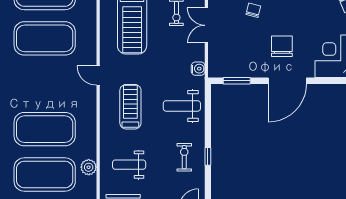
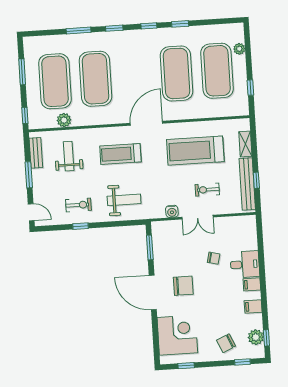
double door: (206, 25) -> (198, 217), swing flipped
water cooler: (198, 69) -> (172, 211), moved
door: (98, 76) -> (146, 123), width x1.87
weight bench: (182, 106) -> (124, 200), turned 90
treadmill: (130, 107) -> (120, 154), turned 180

